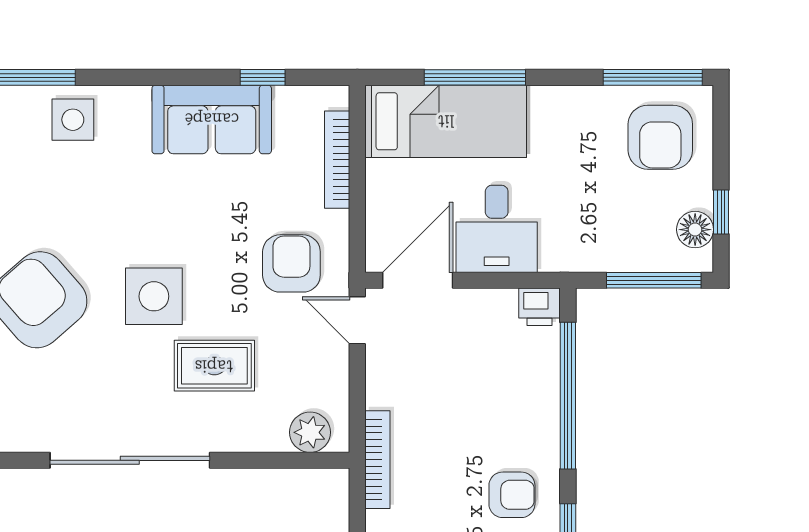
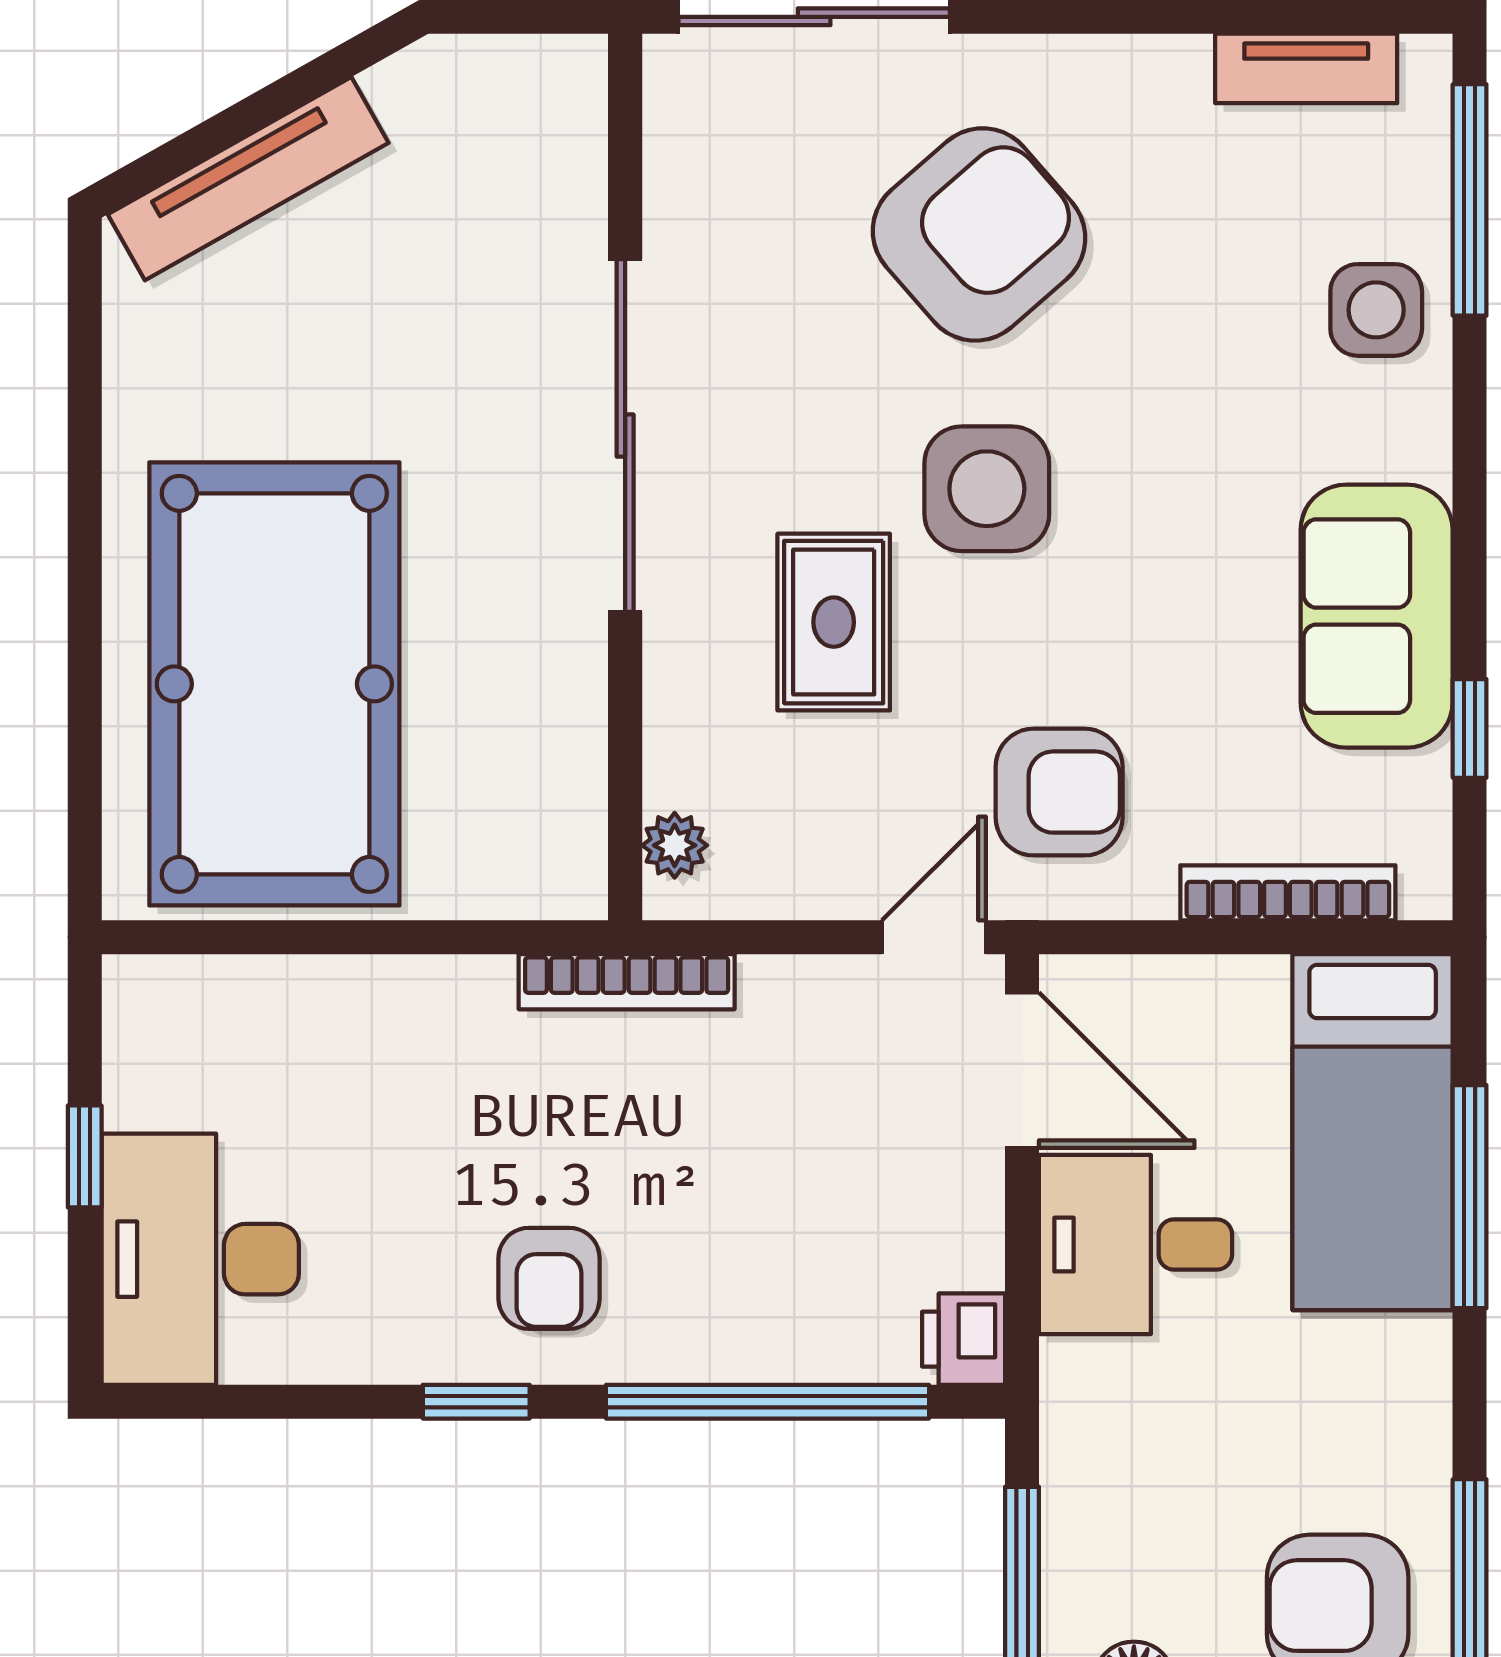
plant: (310, 432) -> (675, 845), width x0.73, depth x0.73

